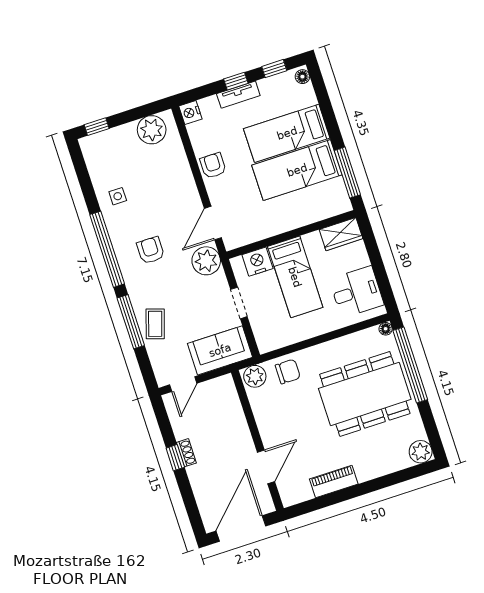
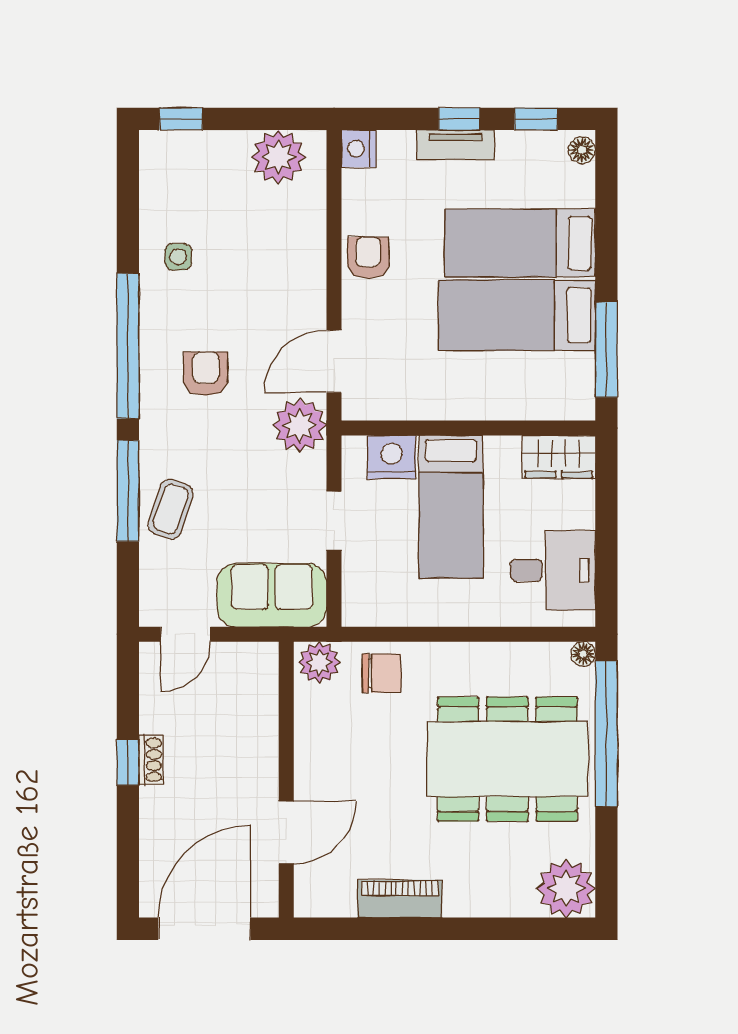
plant: (421, 452) -> (566, 888), width x1.36, depth x1.36

